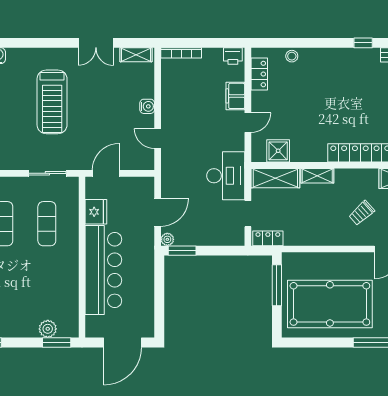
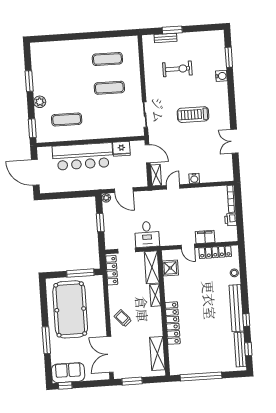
shelving: (136, 55) -> (156, 175), moved
printer: (233, 56) -> (231, 220), moved
bench: (344, 56) -> (236, 308), added
locker: (259, 74) -> (215, 252), width x1.53
treadmill: (52, 102) -> (193, 115), width x0.73, depth x0.73
desk: (226, 176) -> (147, 234), width x0.73
trolley: (362, 213) -> (123, 318), moved
exercise mat: (47, 224) -> (67, 119), moved
locker: (268, 238) -> (112, 270), width x1.53
window: (182, 251) -> (100, 223), moved
plant: (48, 329) -> (40, 102), moved

